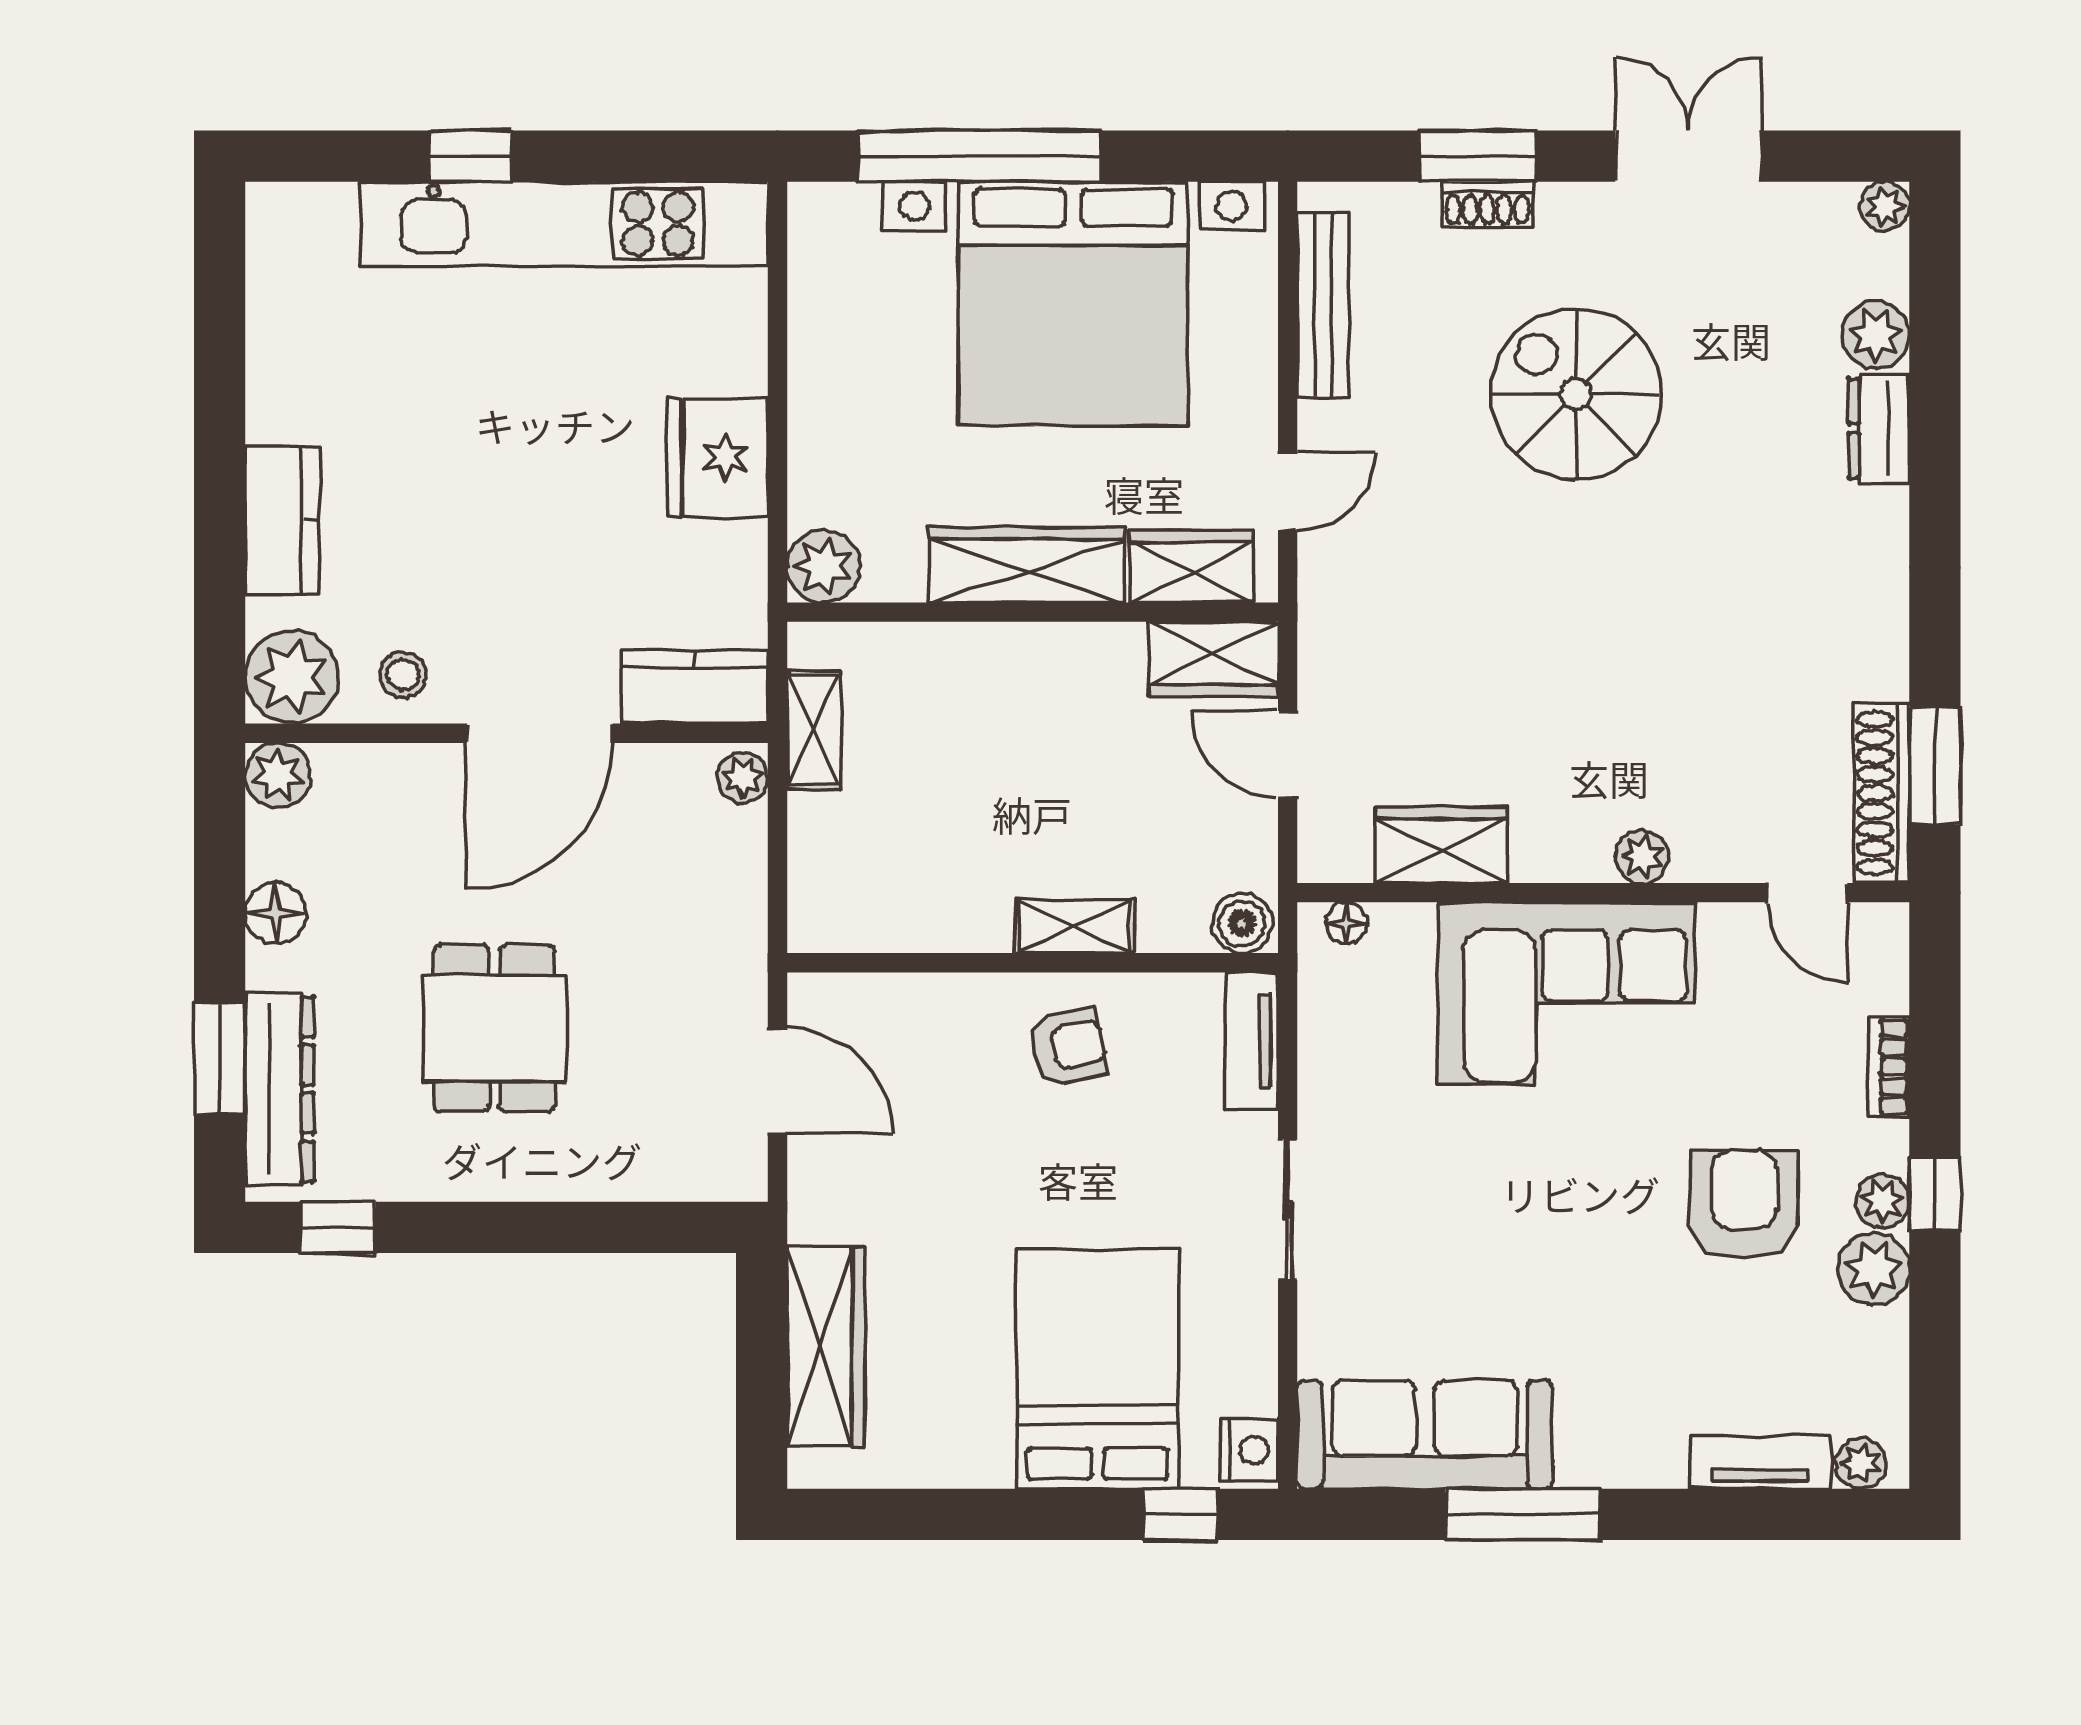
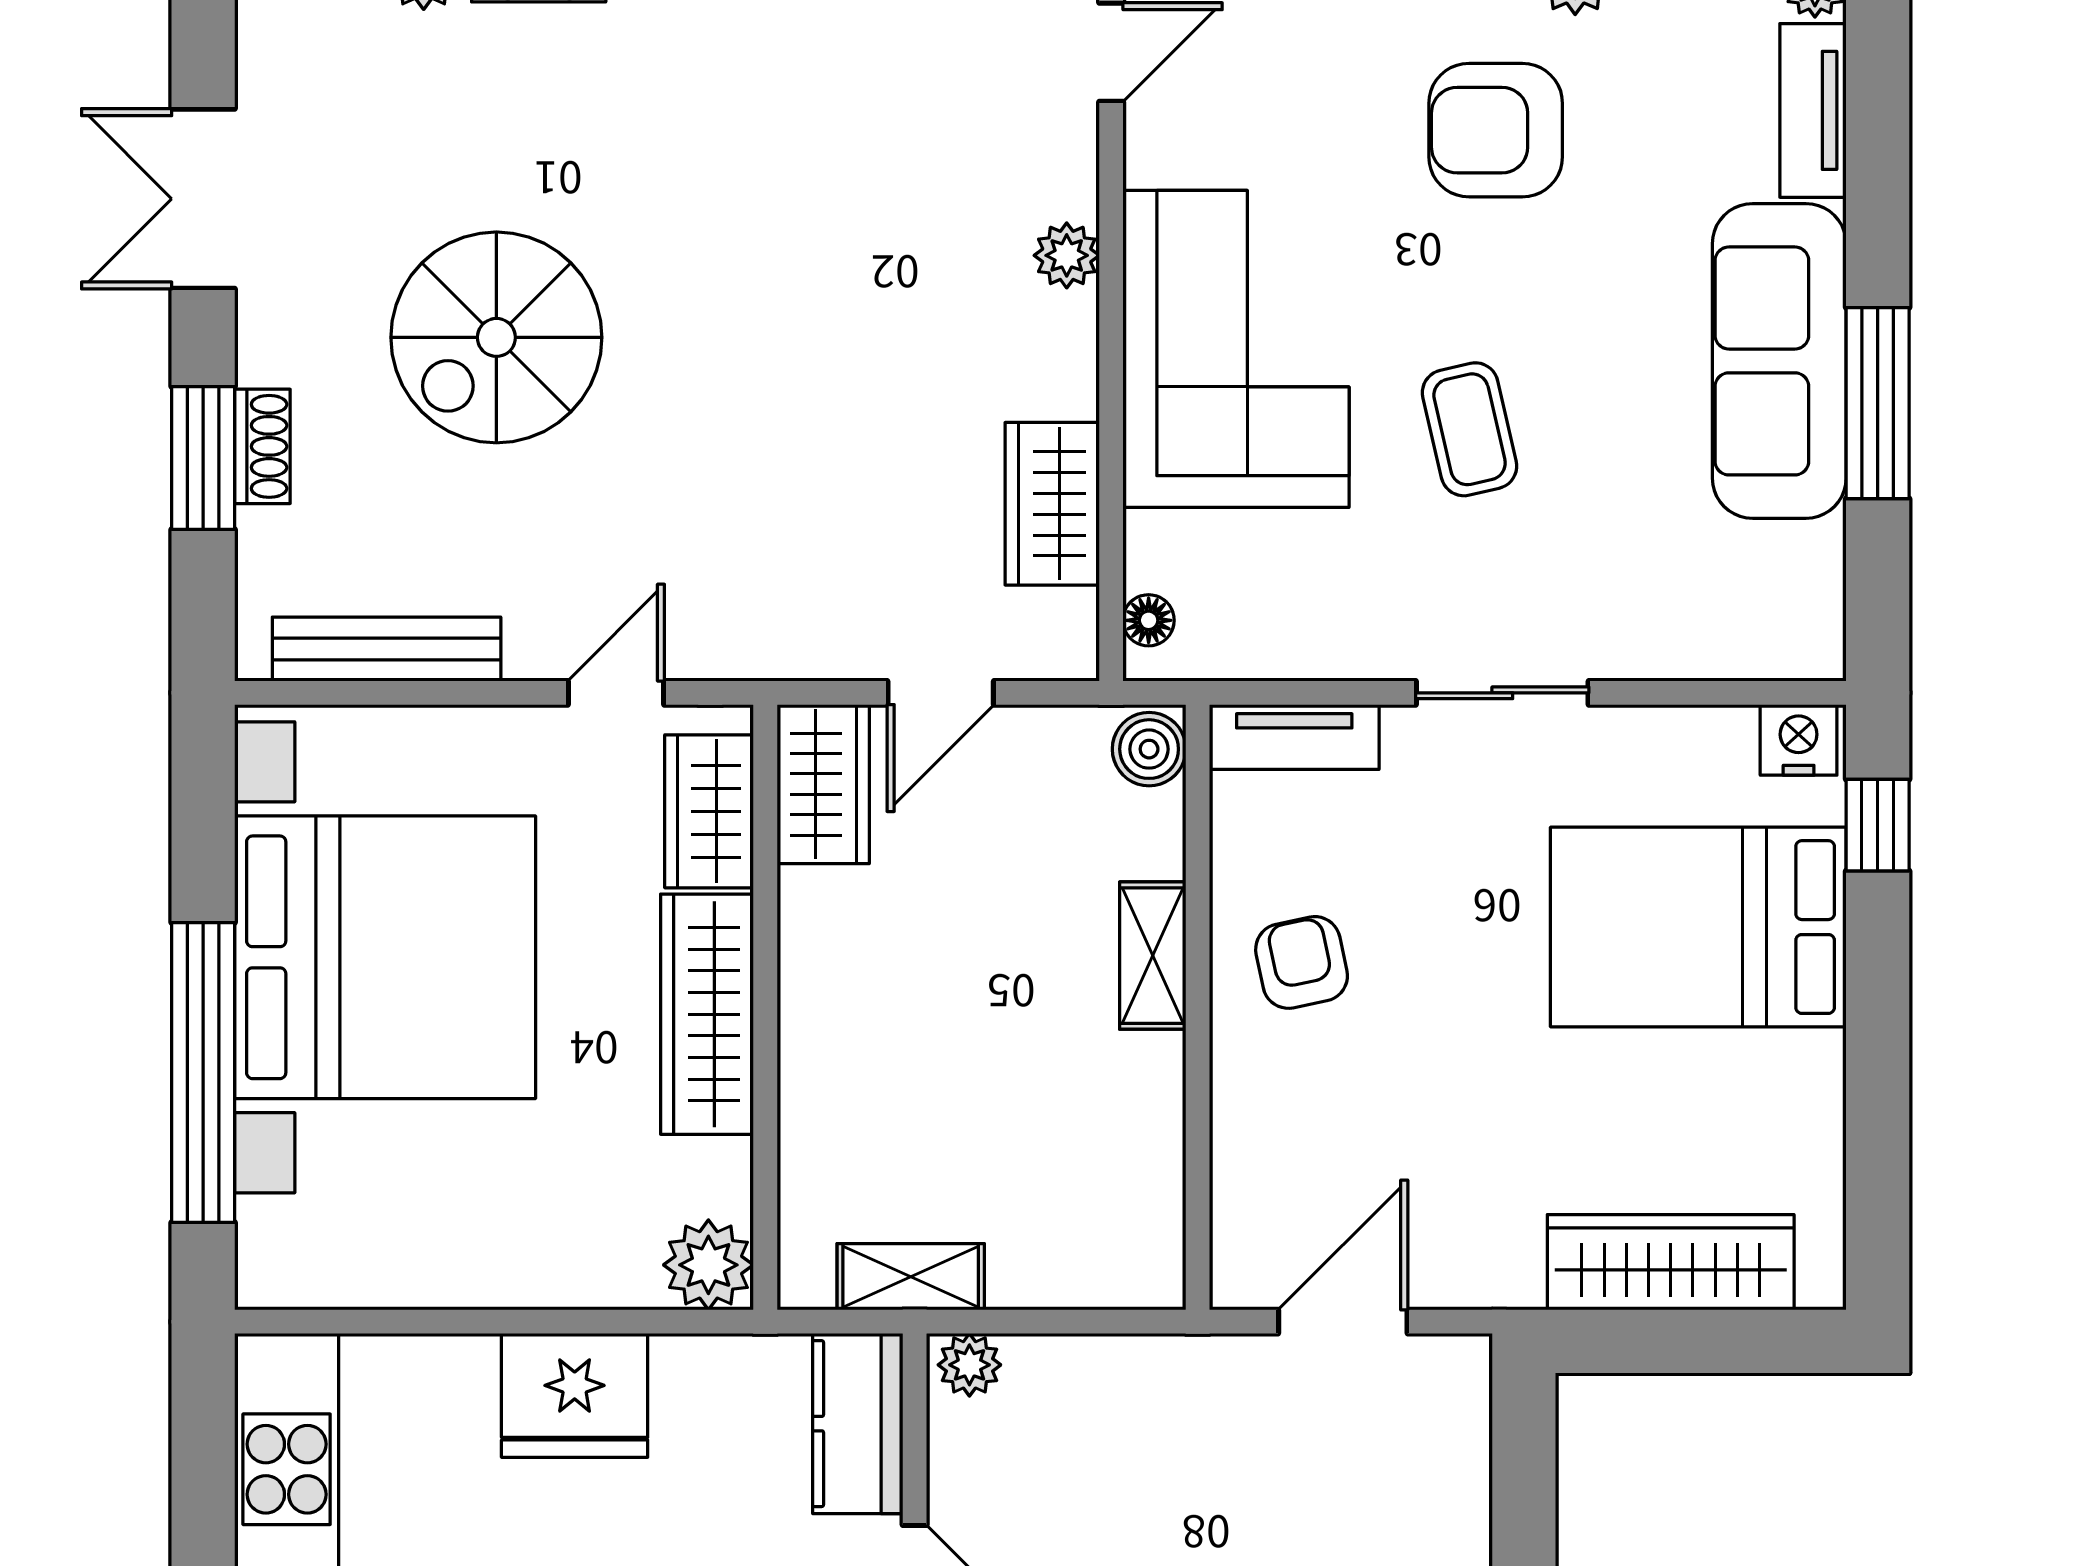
door: (1288, 491) -> (616, 693), hinge flipped
coffee table: (1501, 1183) -> (1470, 429), added
sofa: (1425, 1435) -> (1779, 361), moved

